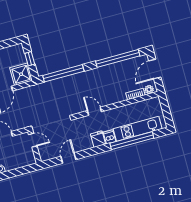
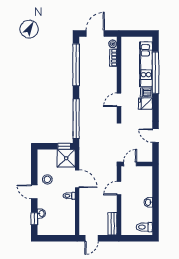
window: (30, 59) -> (64, 146), moved
door: (155, 69) -> (95, 33), swing flipped

